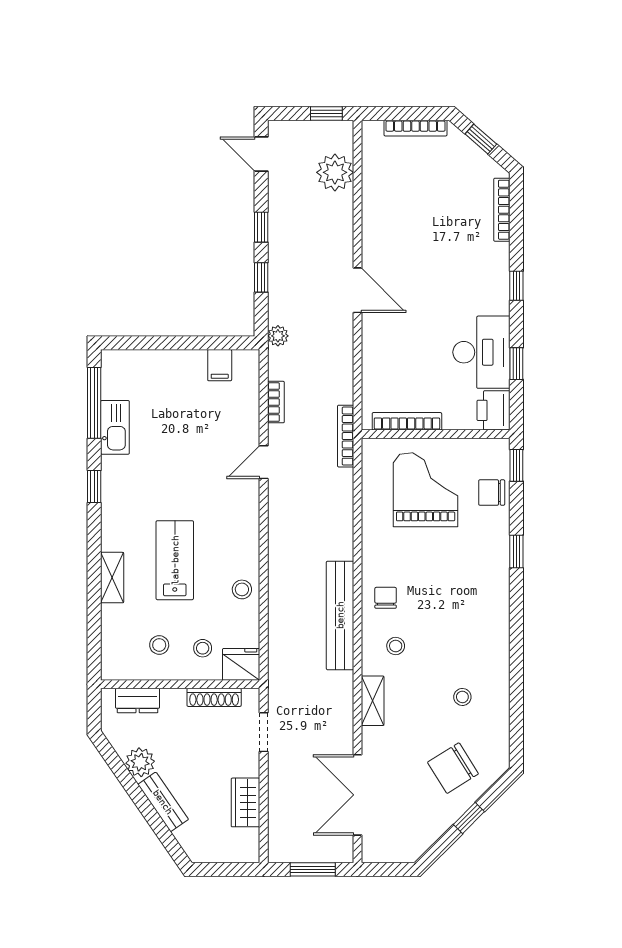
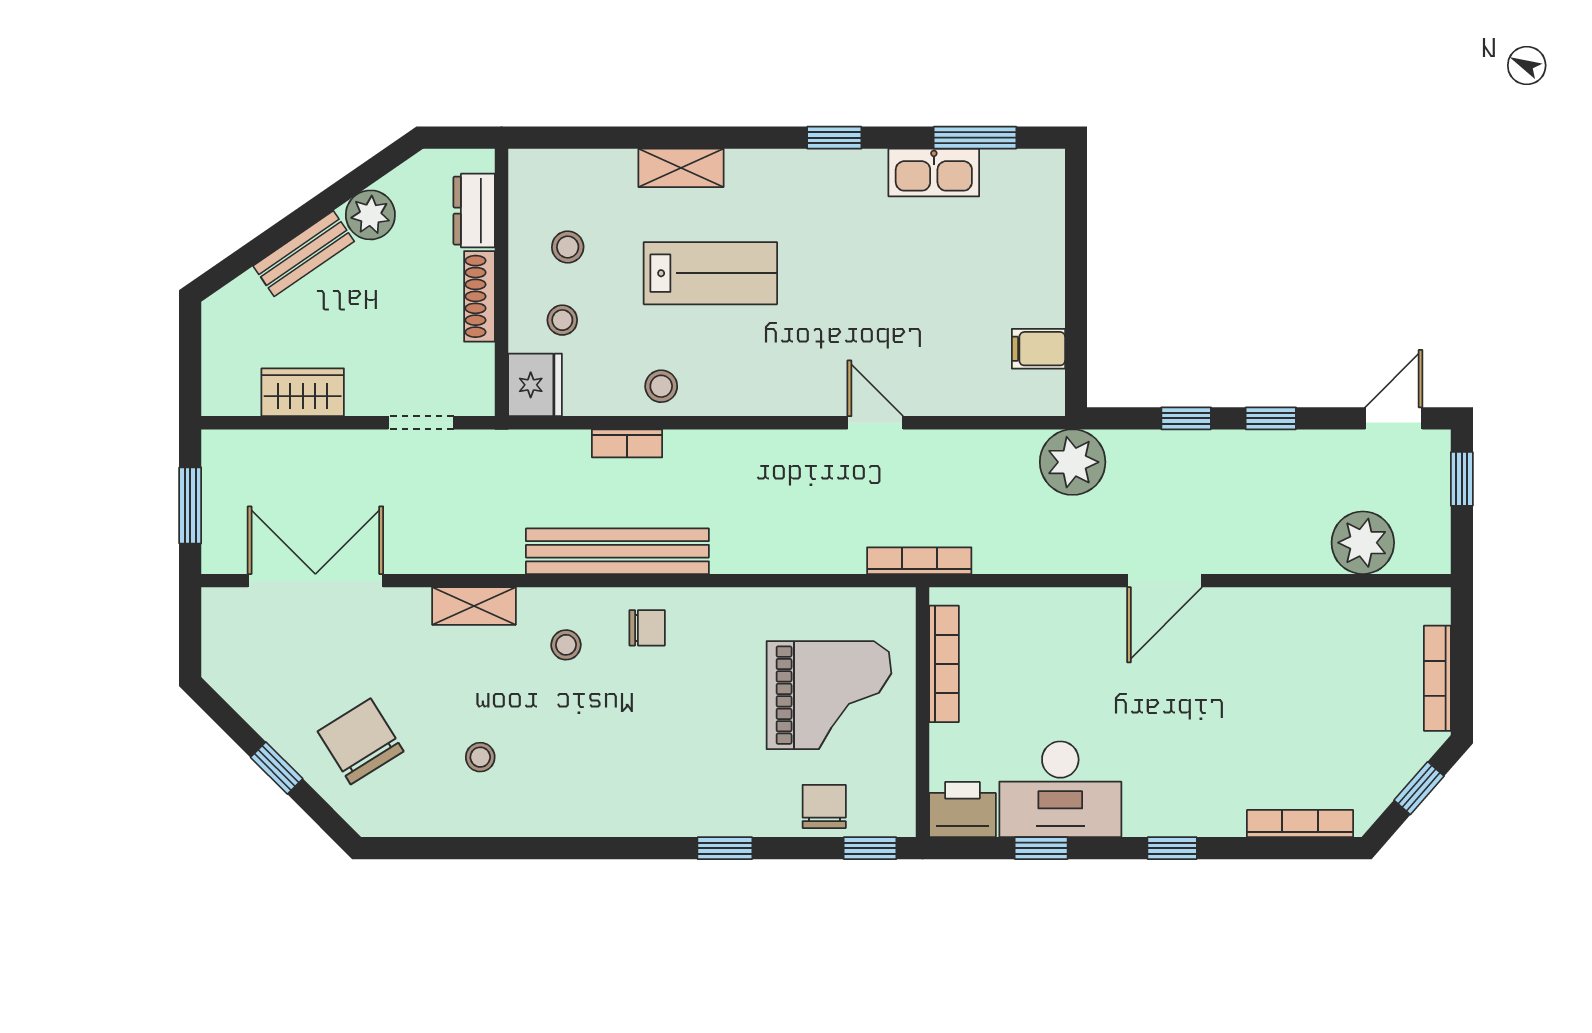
window: (326, 114) -> (1462, 479), moved
plant: (278, 336) -> (1073, 462), width x1.88, depth x1.88
bookcase: (276, 402) -> (627, 443), moved
window: (94, 403) -> (975, 138), width x0.69
shoe rack: (214, 697) -> (480, 296), moved

